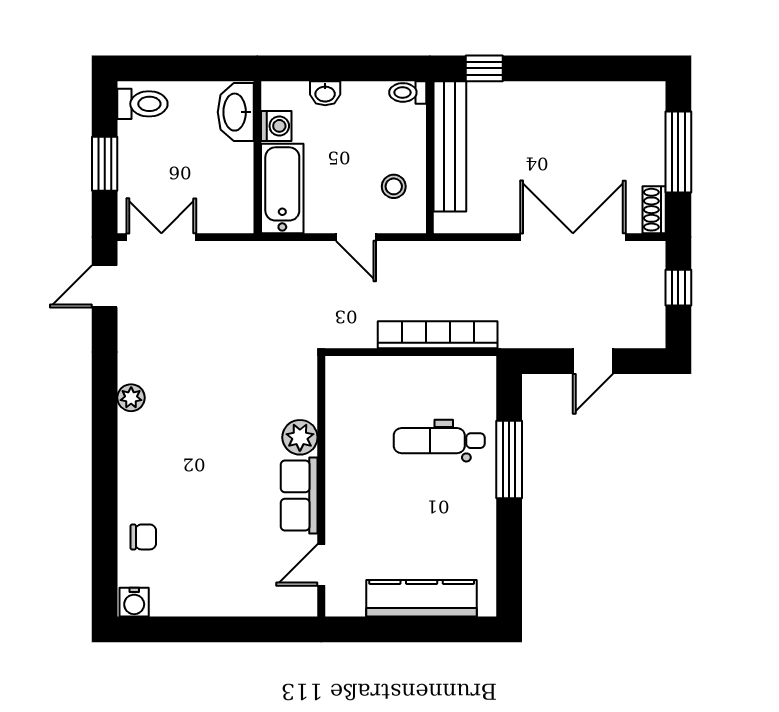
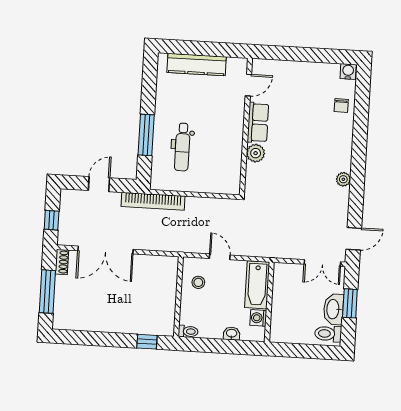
washbasin: (236, 112) -> (333, 309), moved, turned 180
bench: (450, 146) -> (168, 302), removed
bookcase: (438, 335) -> (153, 201), moved
dental chair: (439, 441) -> (182, 147), turned 90
chair: (143, 537) -> (341, 106), turned -90

